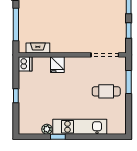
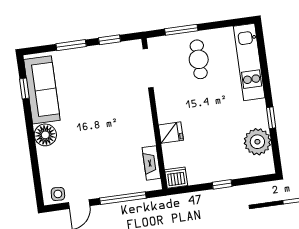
kitchen unit: (80, 127) -> (249, 62), moved
plant: (47, 129) -> (257, 142), width x1.87, depth x1.87

